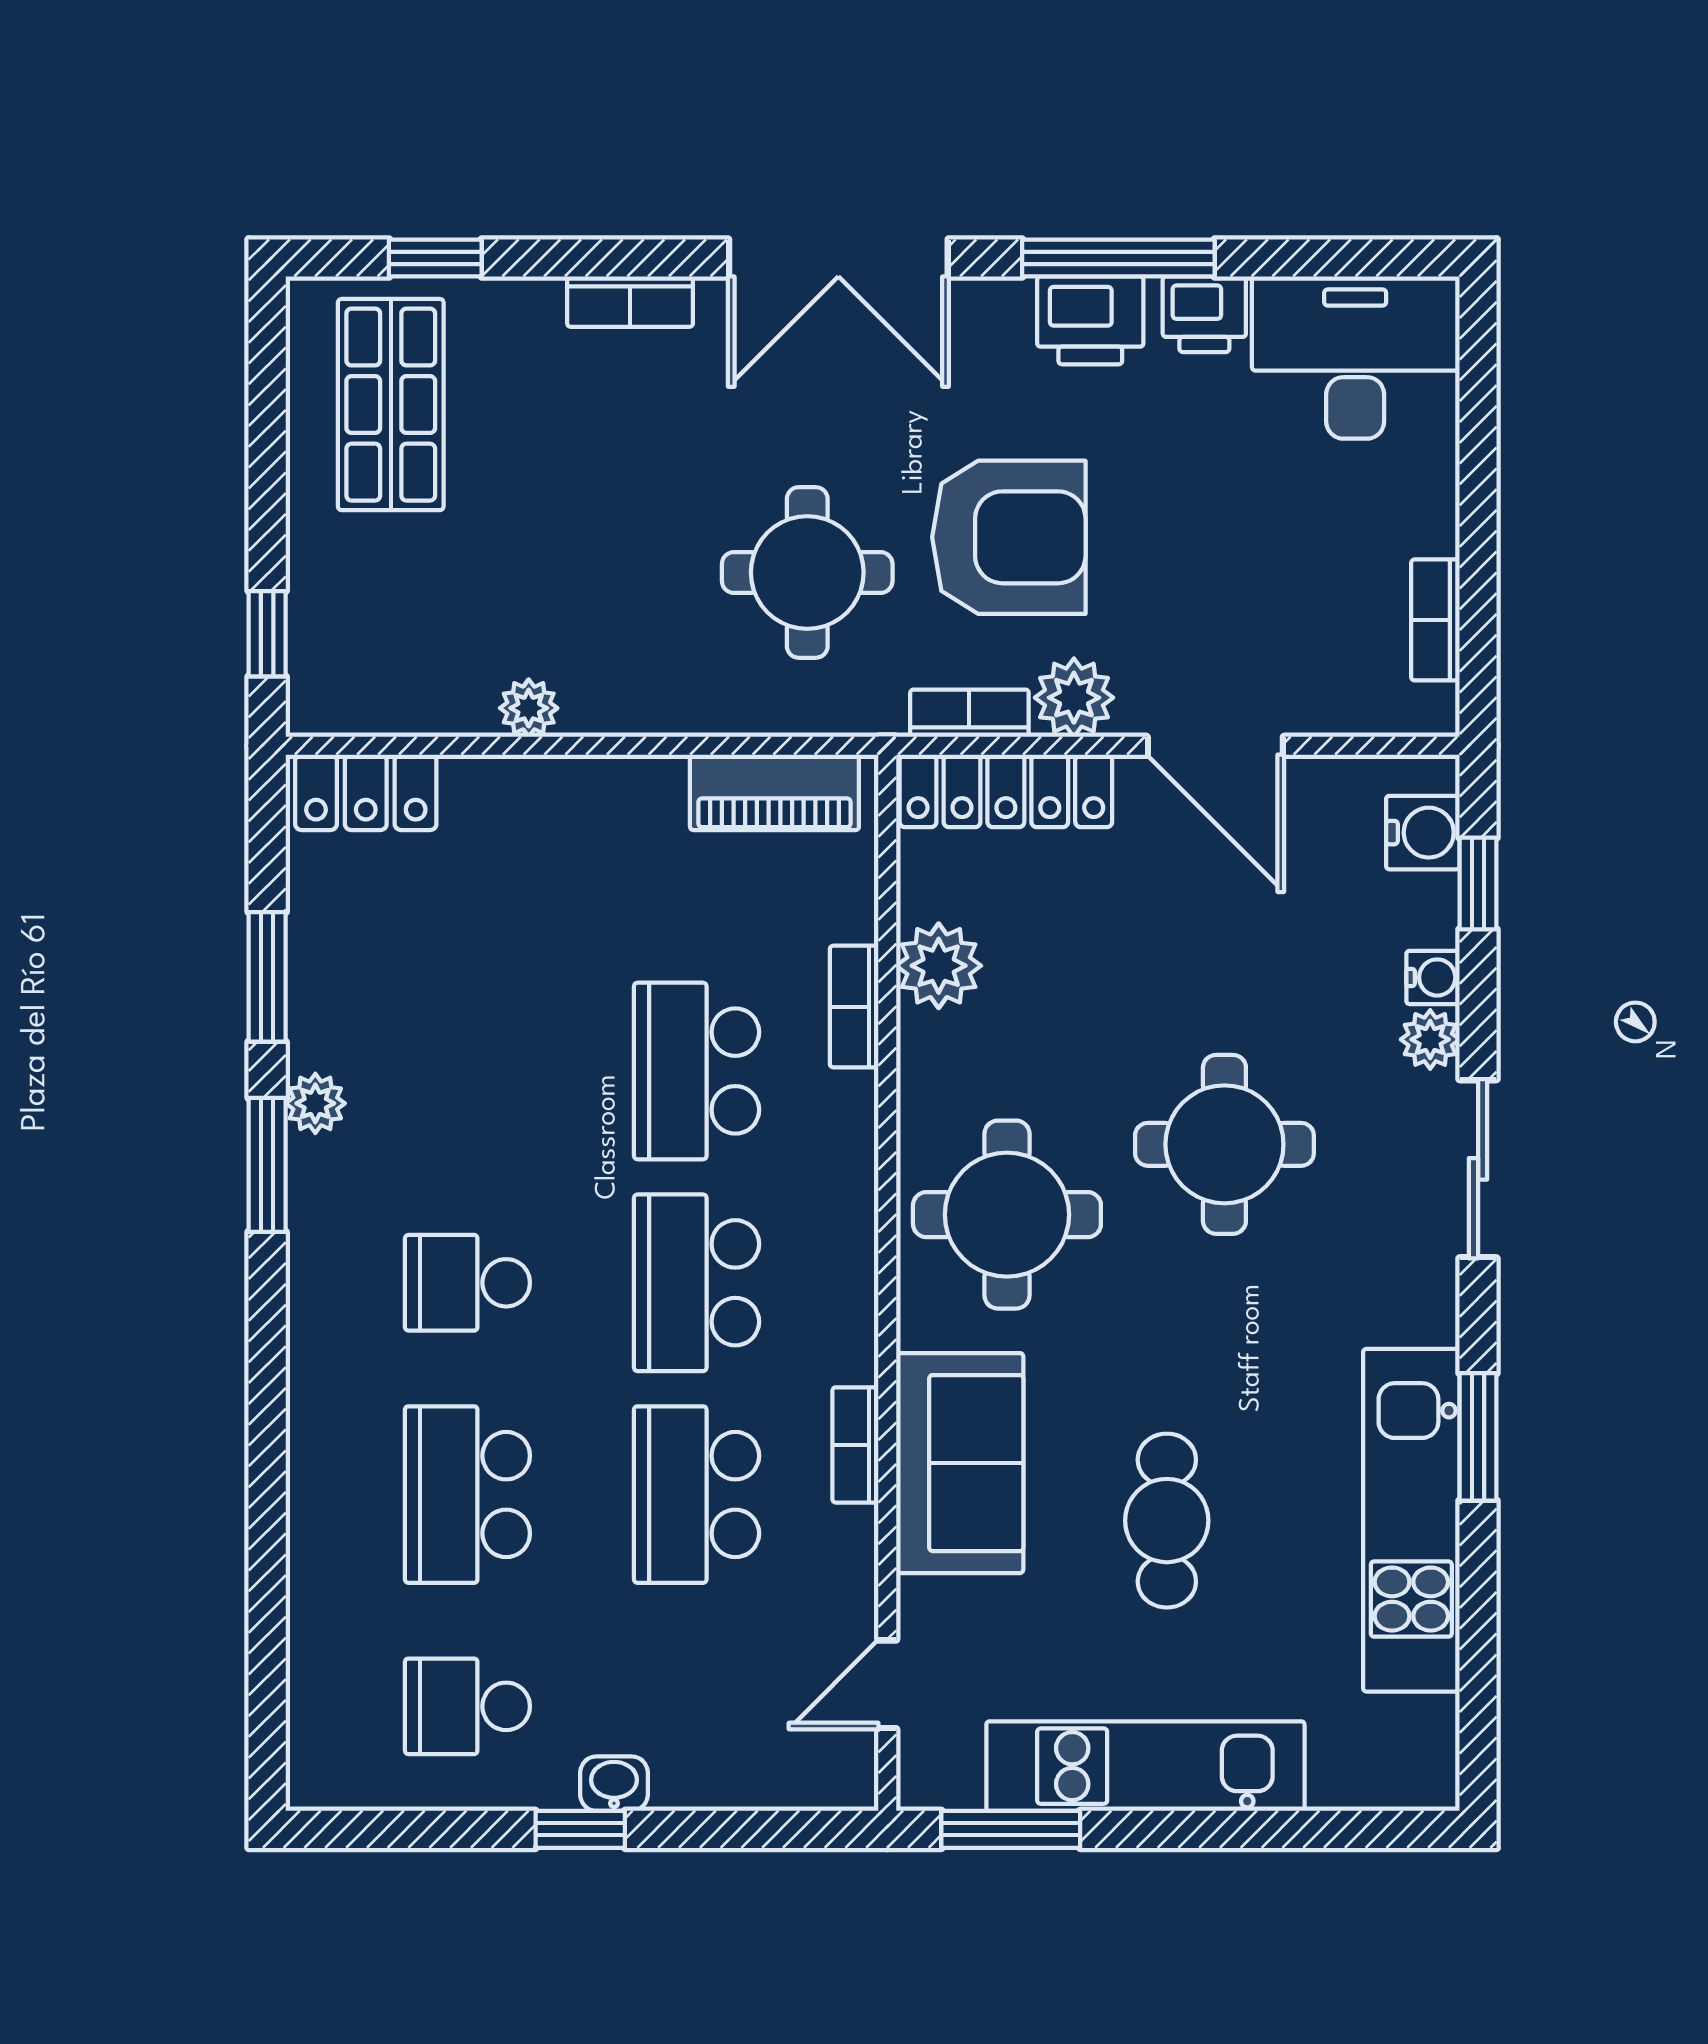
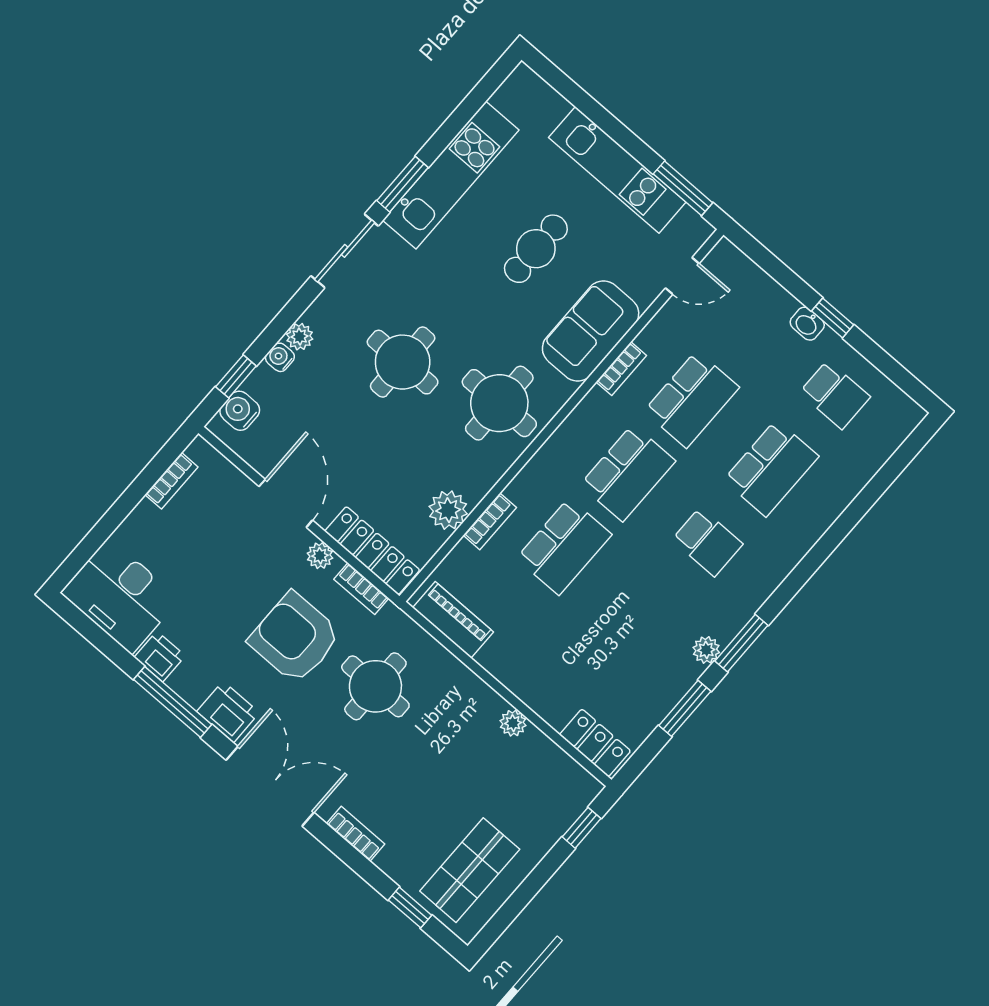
printer: (1090, 320) -> (228, 712), moved
plant: (1074, 698) -> (320, 556), width x0.73, depth x0.73
sliding door: (1478, 1169) -> (345, 251), moved

